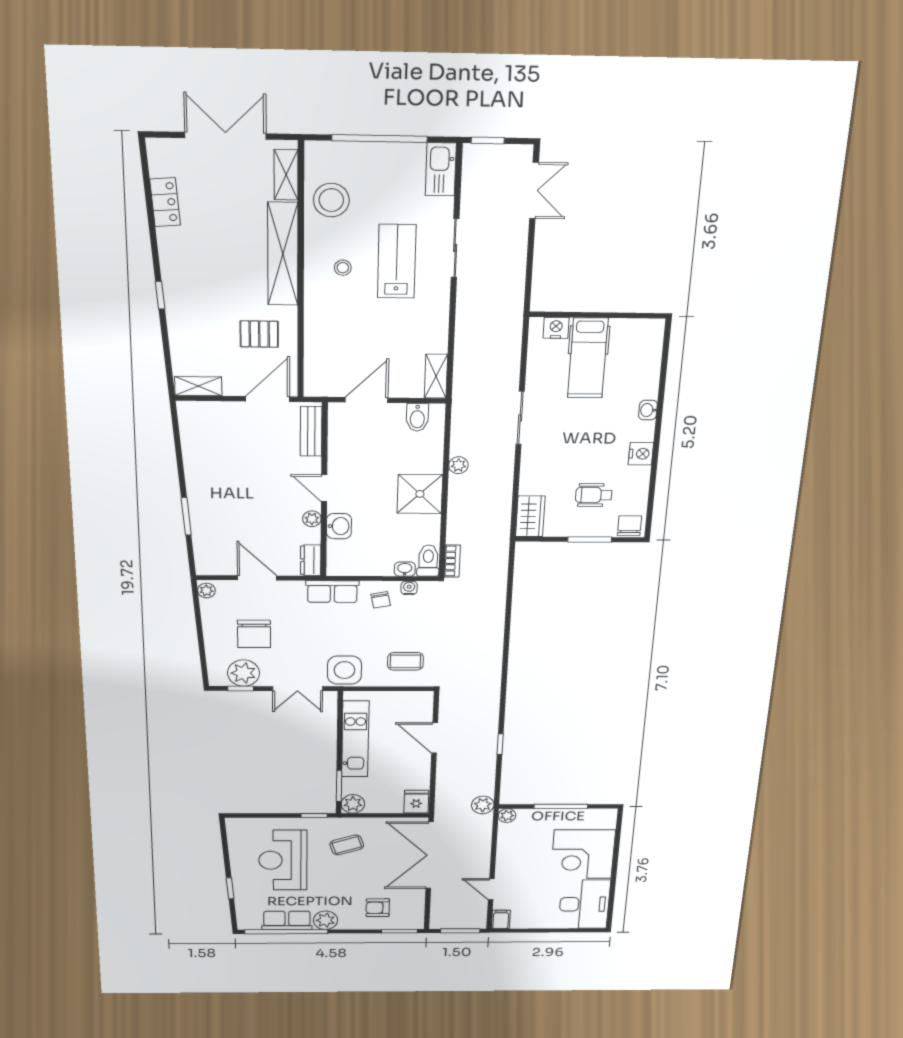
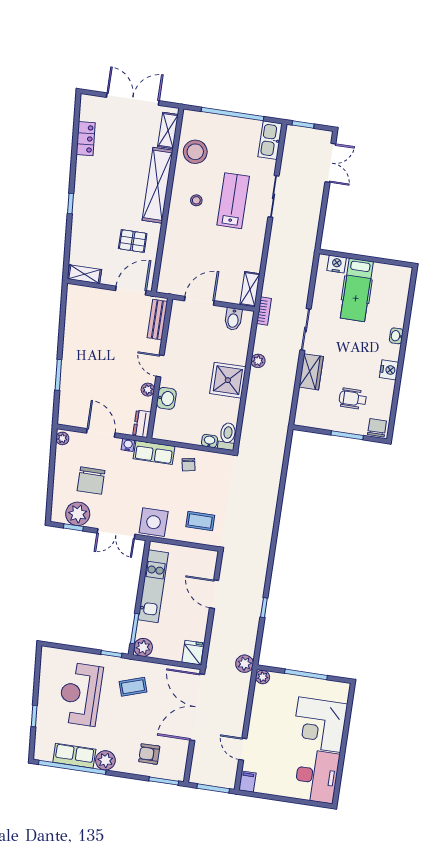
wardrobe: (530, 516) -> (311, 372), moved
bookcase: (452, 561) -> (264, 311), moved
water cooler: (409, 588) -> (128, 445), moved

